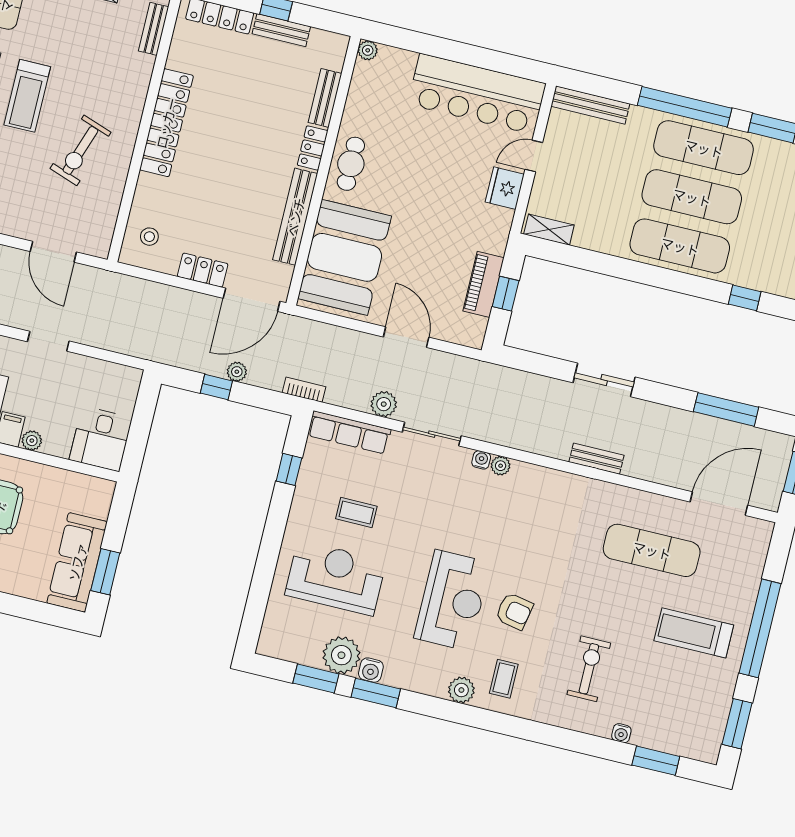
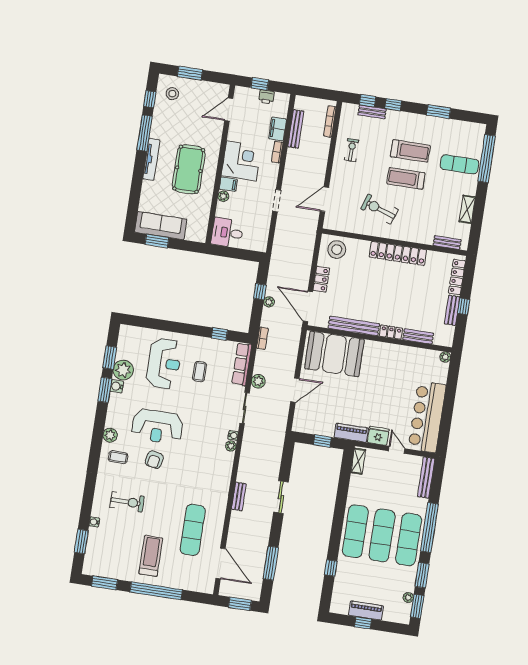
cafe table: (351, 164) -> (384, 353), removed
stool: (149, 237) -> (337, 249), width x1.89, depth x1.89
piano: (484, 284) -> (351, 433), moved

